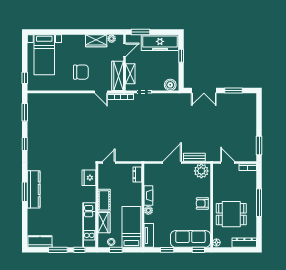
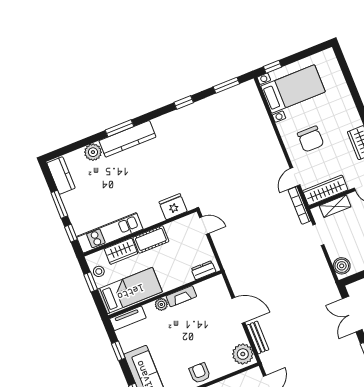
bed with nightstands: (44, 55) -> (293, 89), moved, turned 180
plant: (33, 215) -> (93, 152), added

